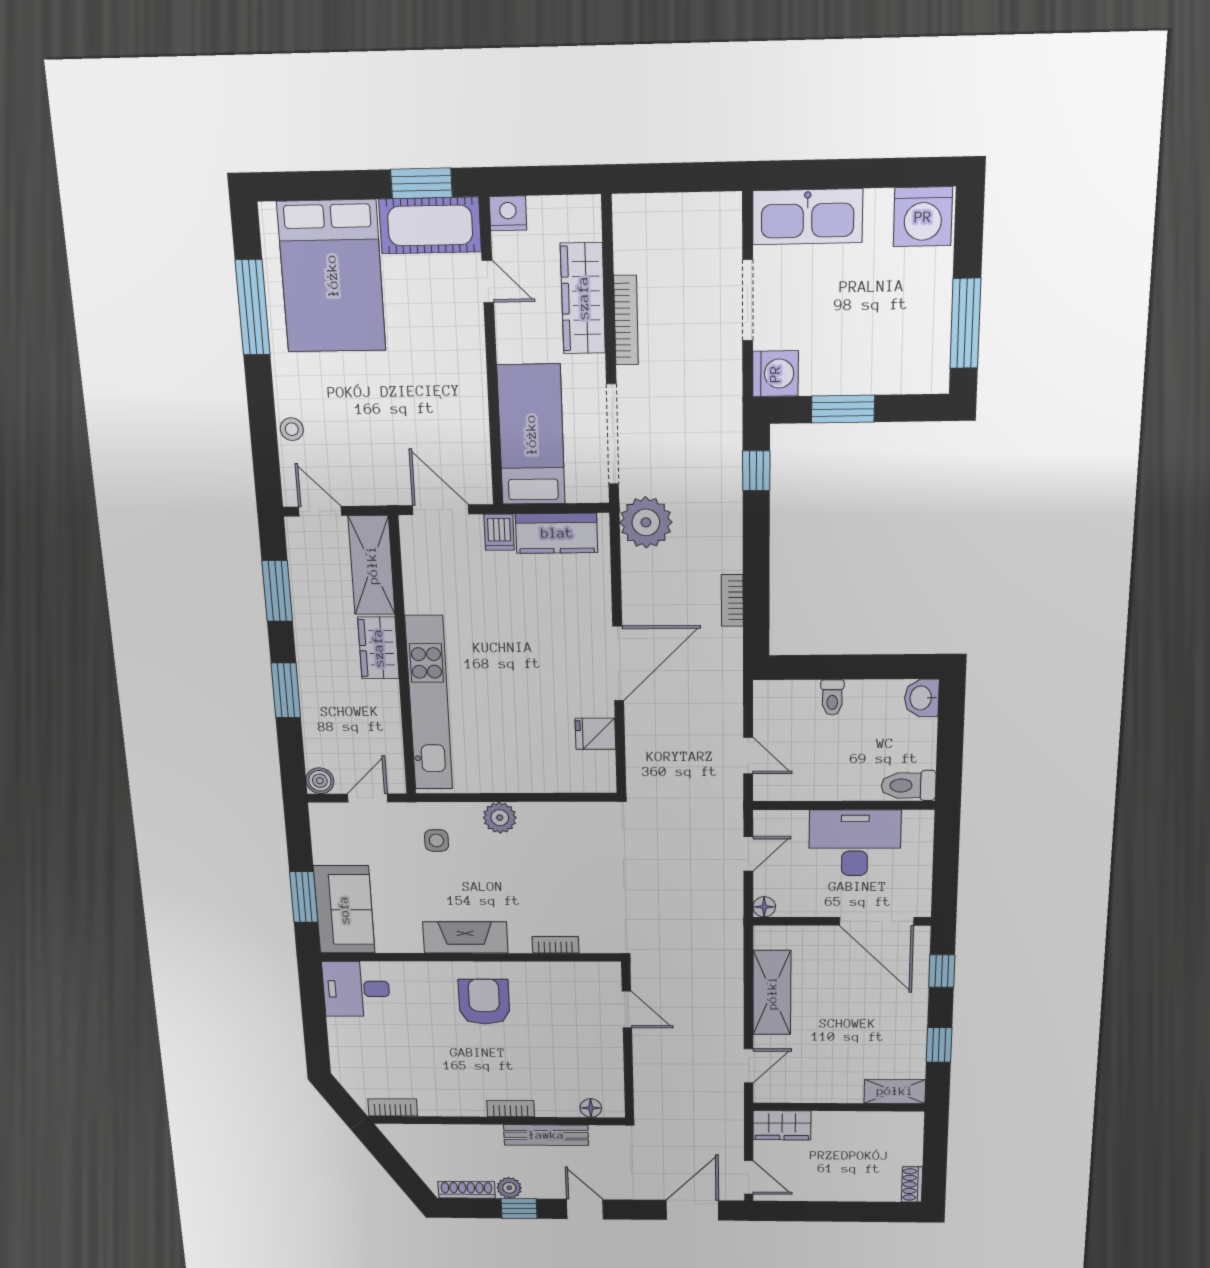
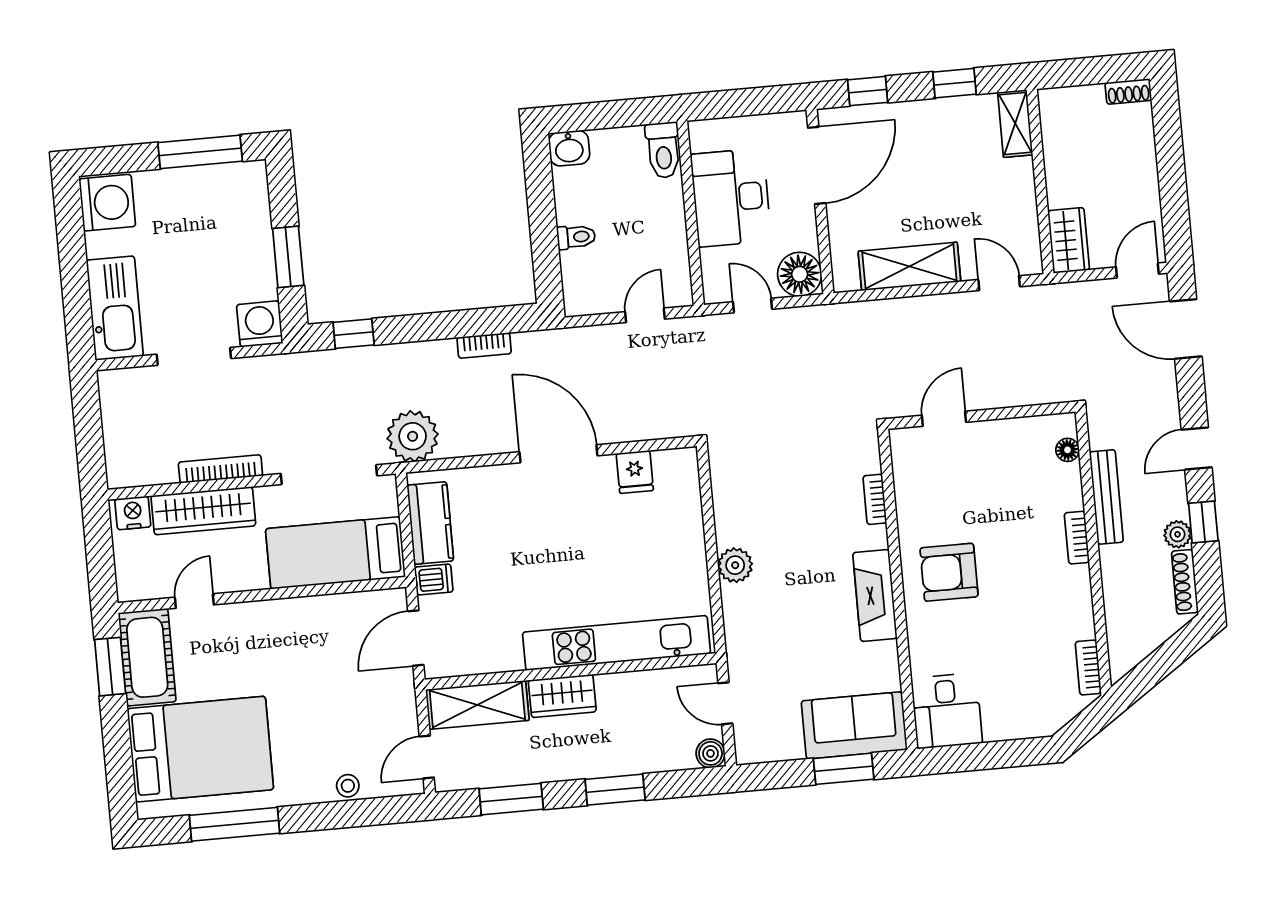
nightstand: (508, 213) -> (133, 513), moved, turned 90
side table: (436, 840) -> (767, 630), removed
floor lamp: (764, 907) -> (800, 274), width x1.89, depth x1.89

